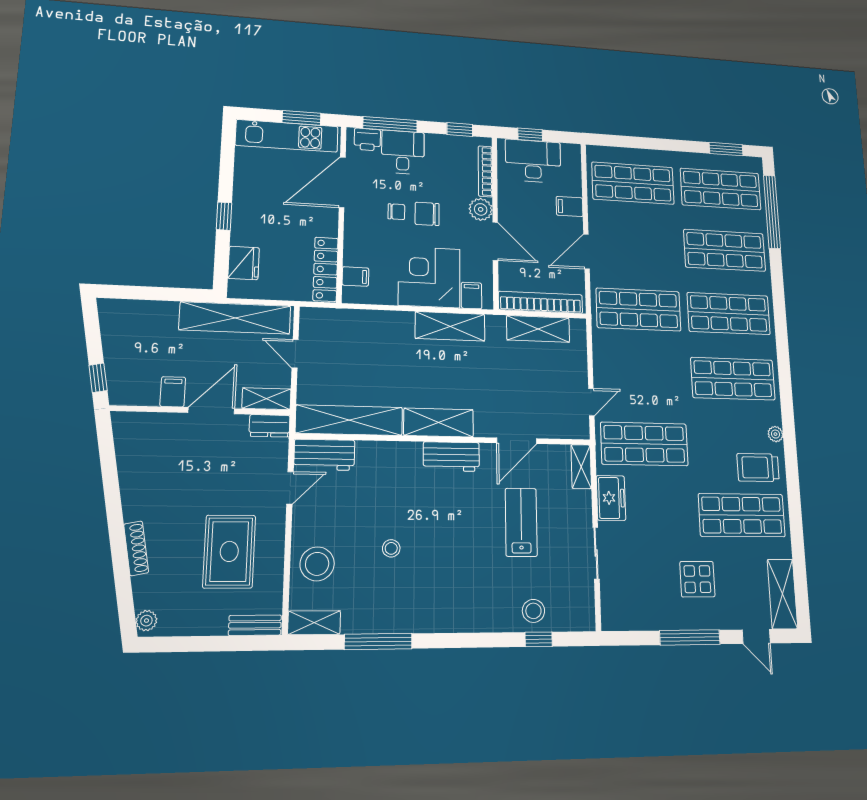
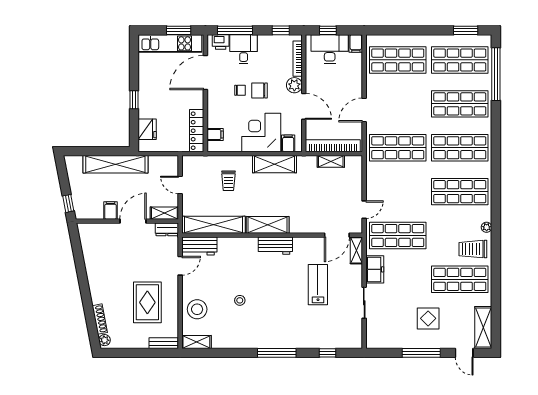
filing cabinet: (570, 207) -> (356, 43), moved, turned -90
shelving: (235, 318) -> (115, 164), moved
shelving: (538, 329) -> (331, 161), width x0.67, depth x0.75
trolley: (376, 350) -> (228, 181), added
door: (517, 441) -> (337, 235), moved
shoe rack: (136, 548) -> (100, 319), moved
stool: (533, 611) -> (325, 337), removed
window: (378, 641) -> (277, 353), moved

